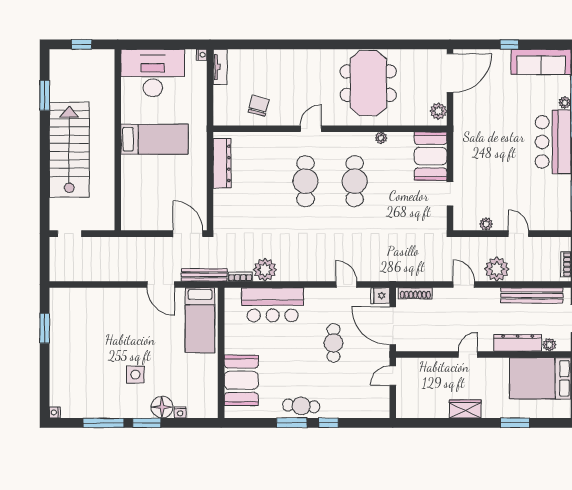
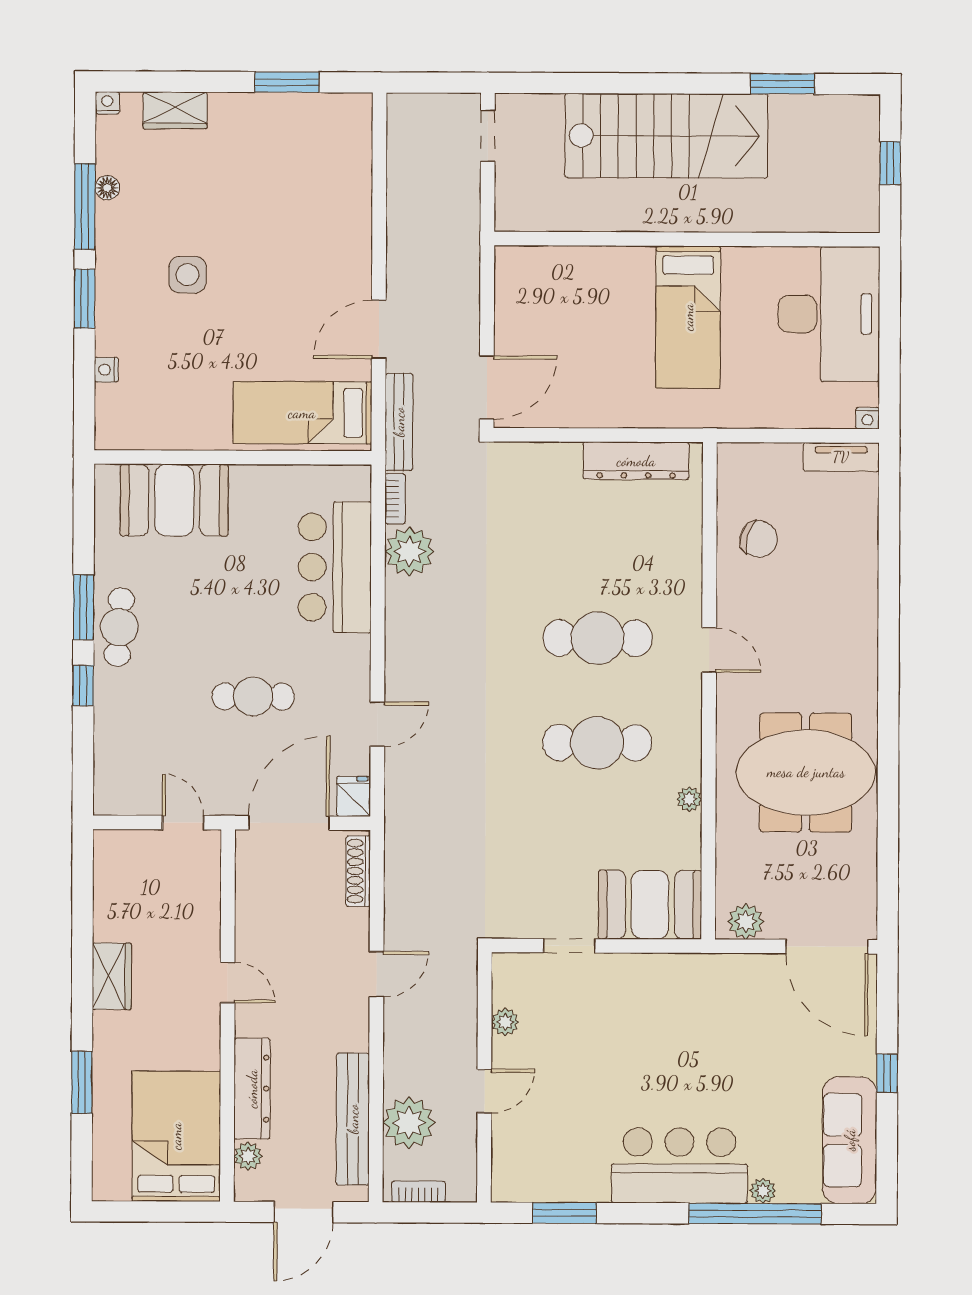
plant: (497, 269) -> (409, 1123), moved
wardrobe: (58, 381) -> (175, 110), added
floor lamp: (162, 407) -> (107, 188), moved, width x0.53, depth x0.53

